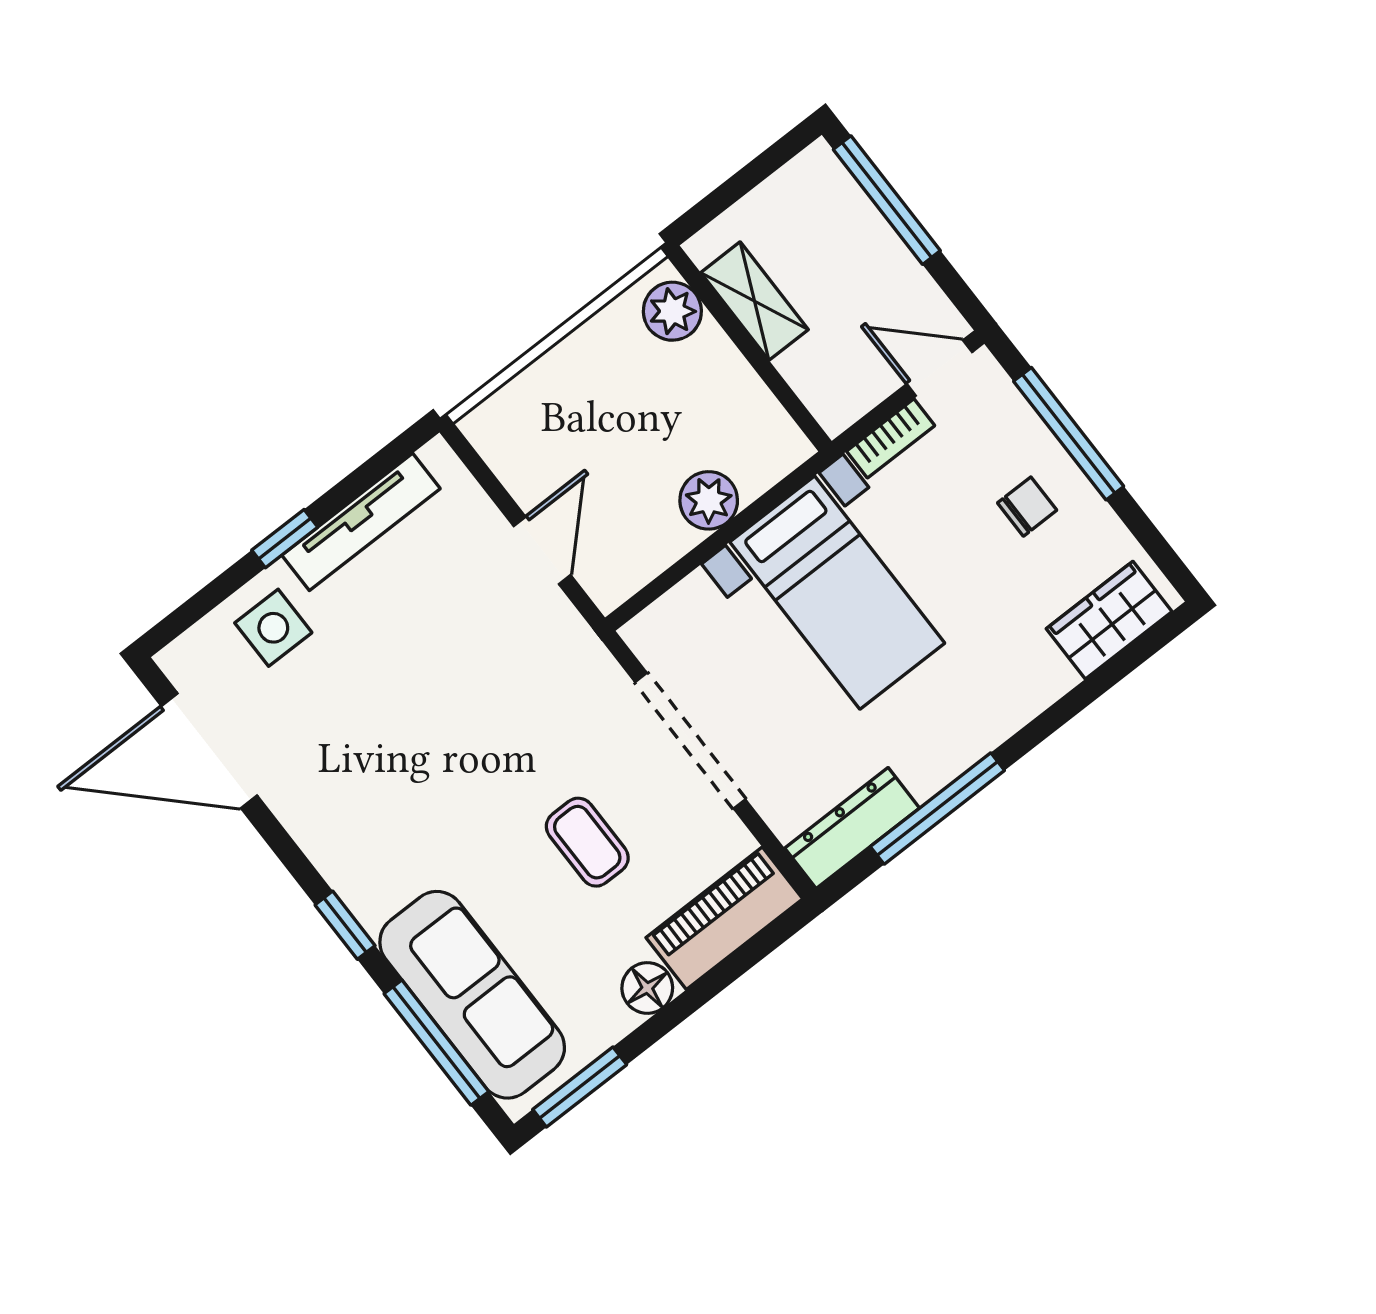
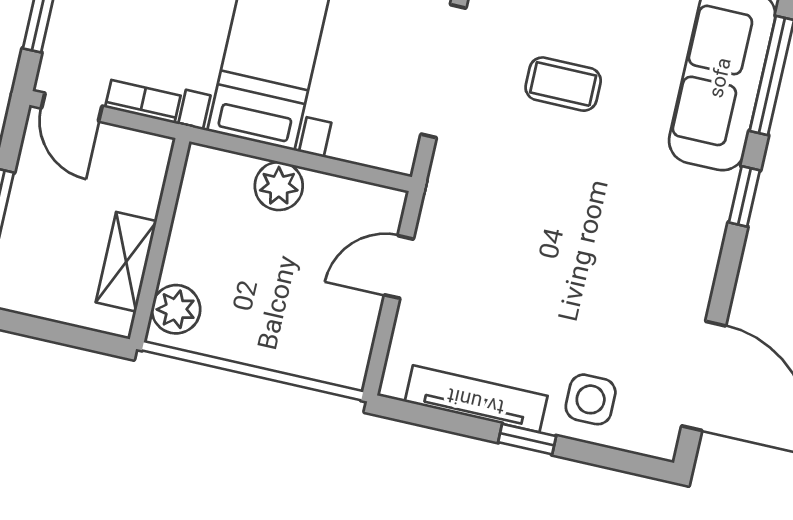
coffee table: (587, 842) -> (563, 84), turned 90

